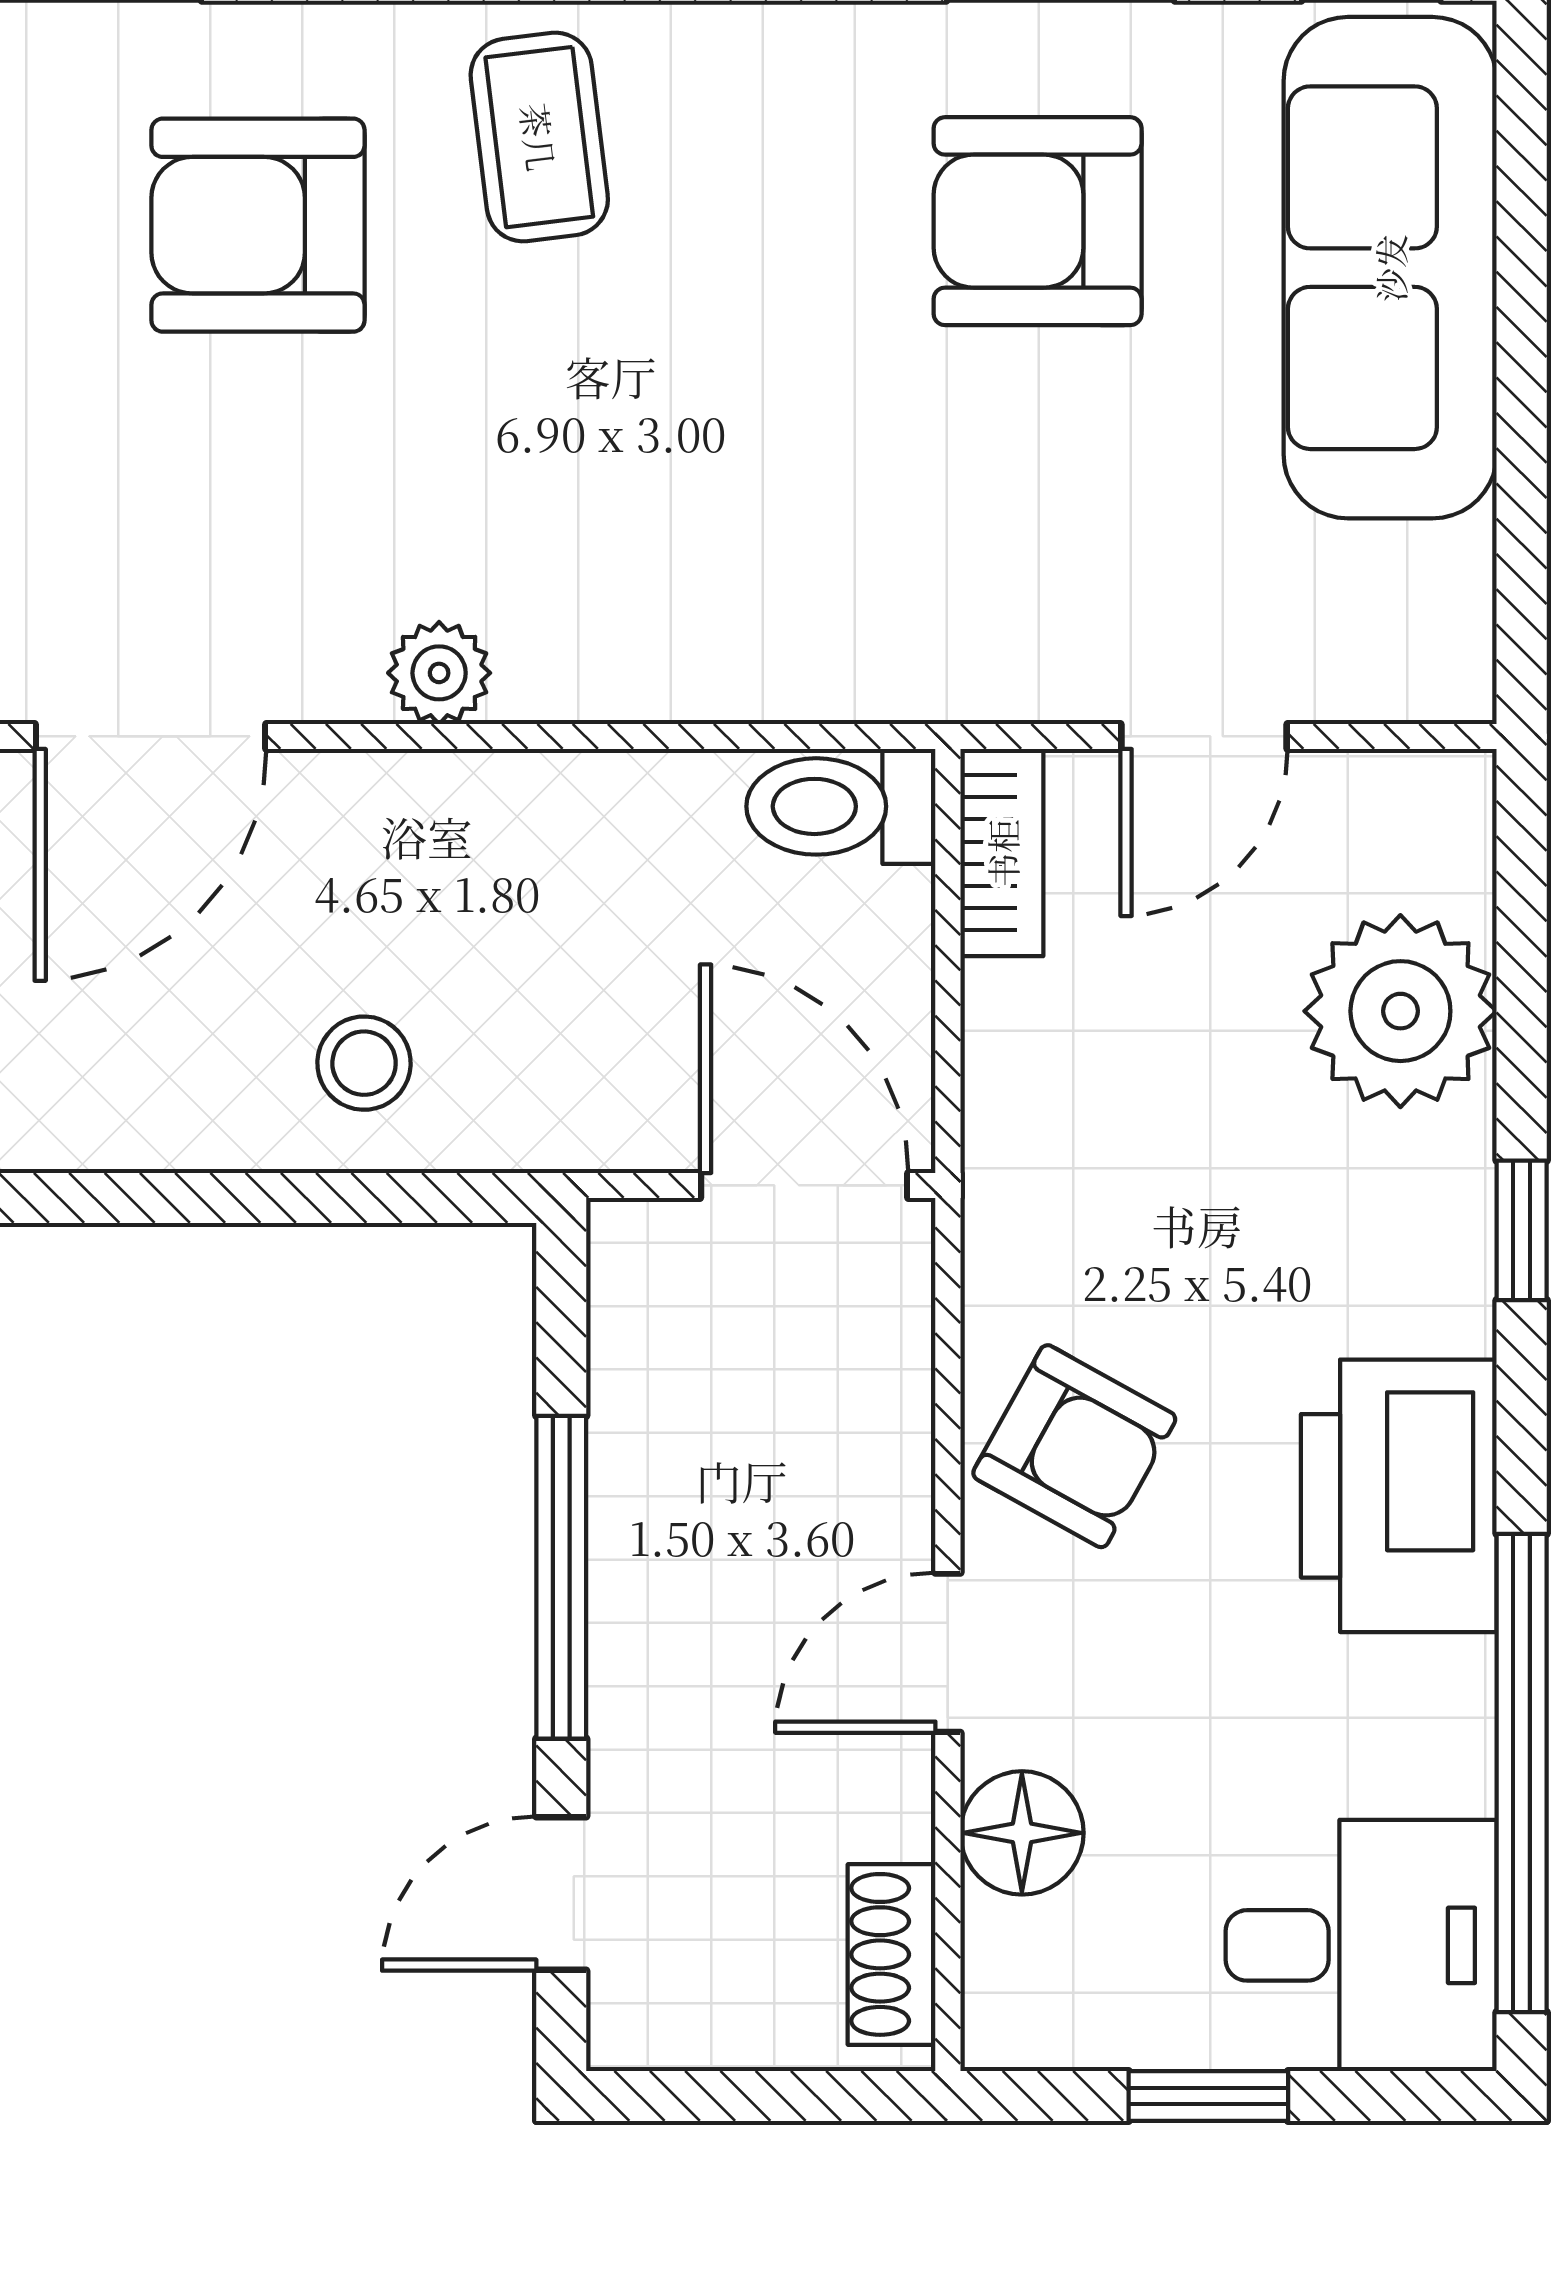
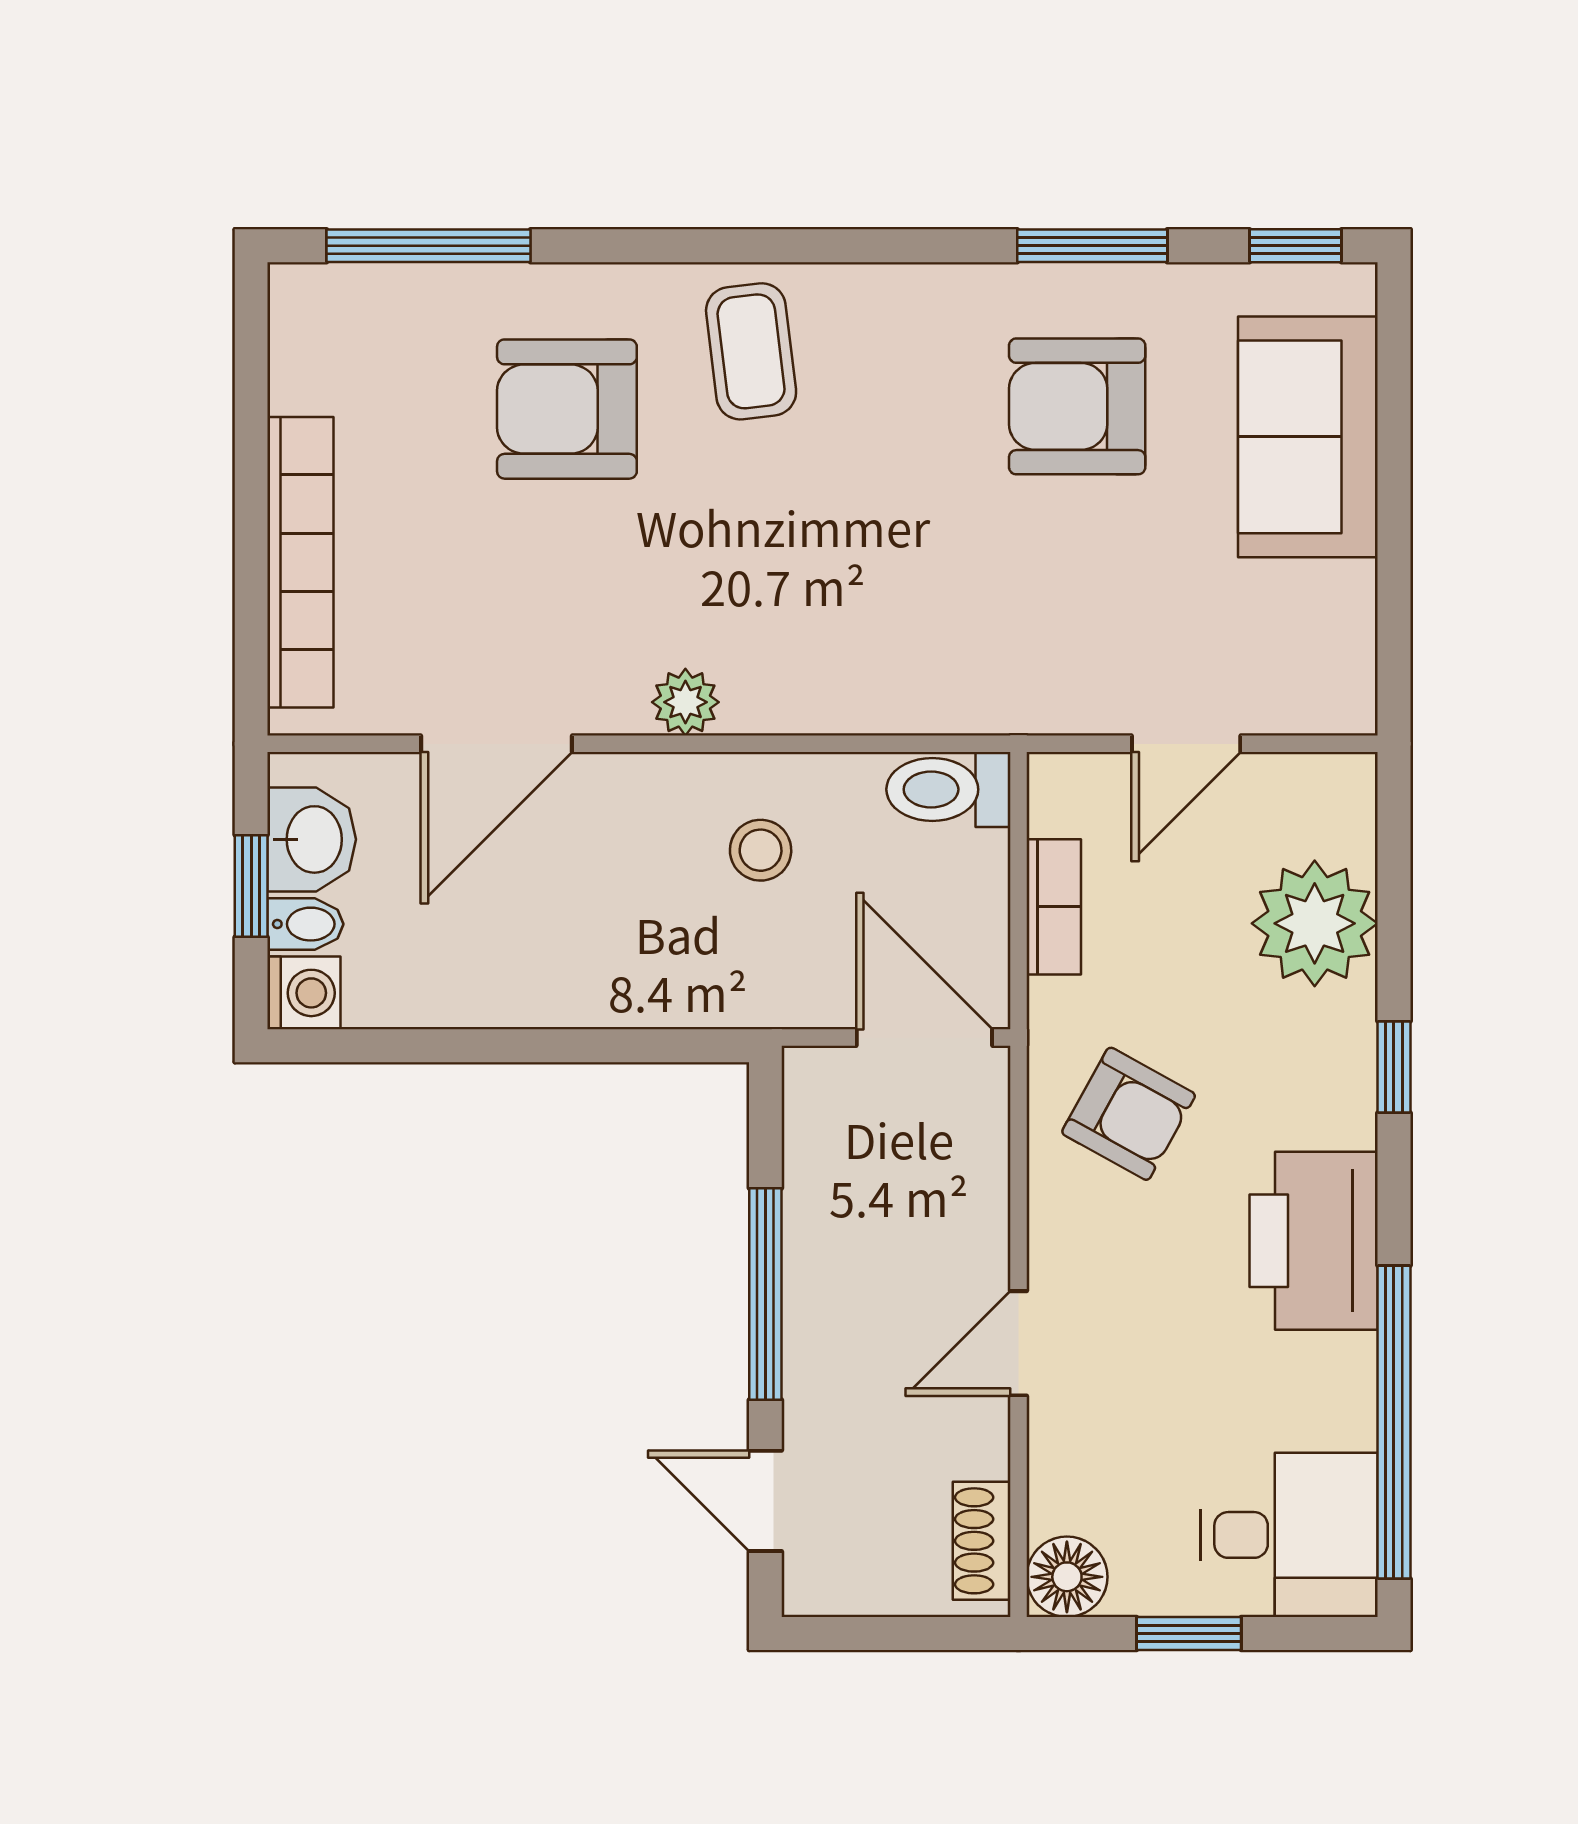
sofa: (1390, 268) -> (1308, 437), width x0.73
bookcase: (1002, 853) -> (1054, 907), moved
stool: (364, 1063) -> (761, 850), moved
armchair: (1074, 1446) -> (1129, 1114), moved
floor lamp: (1022, 1833) -> (1067, 1577), moved
door: (561, 1894) -> (765, 1501), hinge flipped

